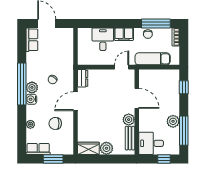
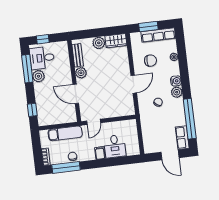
filing cabinet: (124, 34) -> (100, 153), width x0.50
dresser: (83, 78) -> (130, 107), removed
window: (22, 84) -> (190, 119), moved
desk: (151, 143) -> (42, 58), moved, turned 180
row of seats: (38, 149) -> (158, 35), width x1.48

